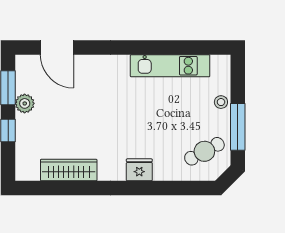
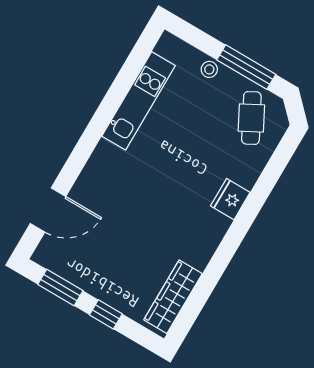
plant: (25, 103) -> (87, 280), removed
wardrobe: (69, 170) -> (173, 297), moved

